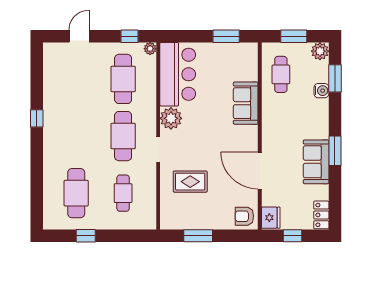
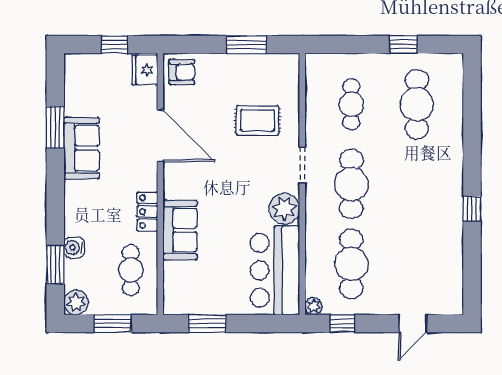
window: (335, 151) -> (55, 127), moved
locker: (321, 215) -> (147, 212), moved, turned 180

